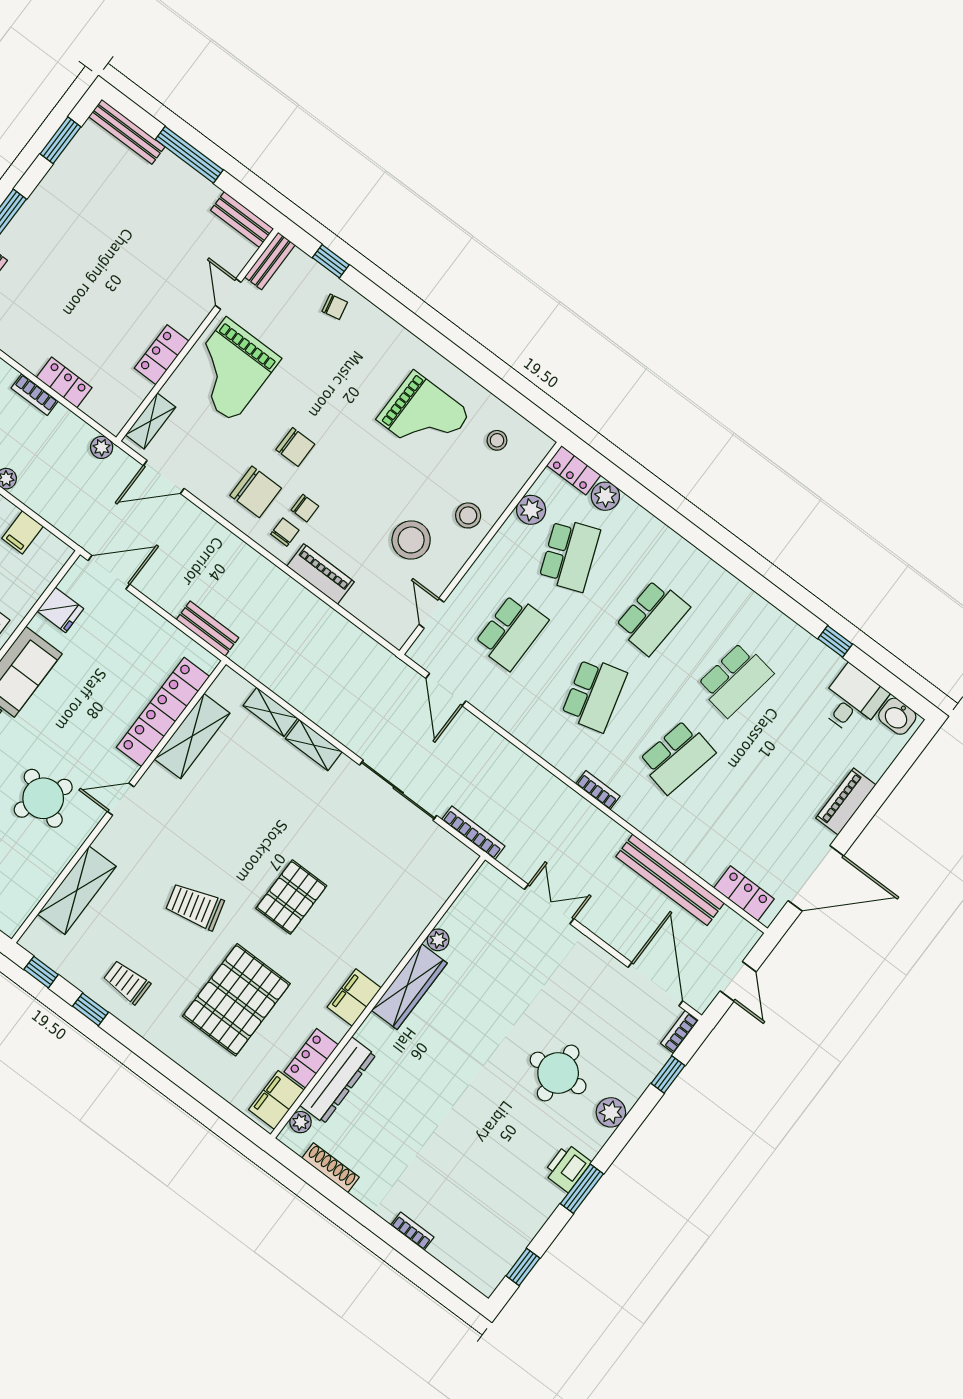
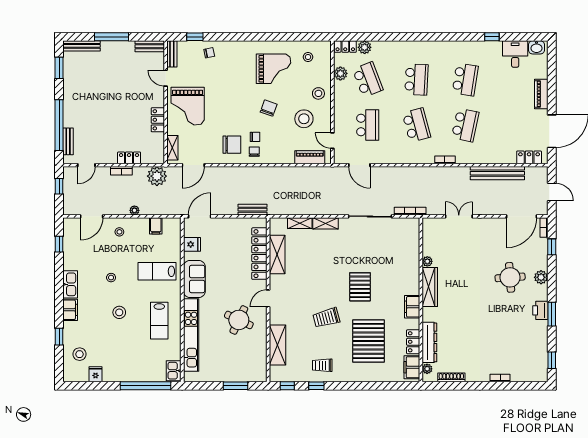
plant: (102, 447) -> (157, 176), width x1.88, depth x1.88
chair: (295, 447) -> (269, 108), moved, turned -70
piano: (321, 574) -> (310, 157), moved
door: (655, 984) -> (521, 216), swing flipped

